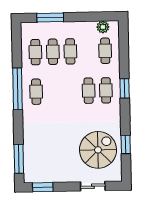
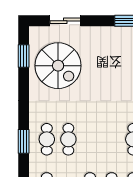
window: (126, 144) -> (24, 56), moved
spiral stairs: (98, 150) -> (58, 66), turned -90

